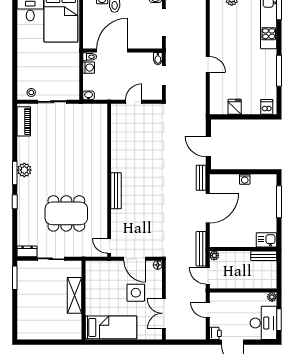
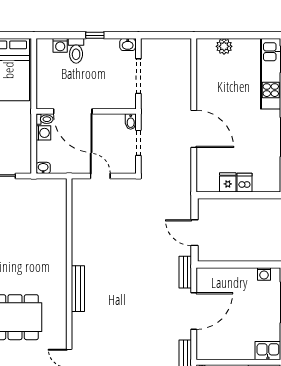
door: (112, 51) -> (73, 111), swing flipped
door: (208, 64) -> (194, 129), width x1.88
door: (134, 102) -> (100, 176), hinge flipped
dishwasher: (267, 107) -> (245, 183), moved
washing machine: (245, 179) -> (264, 274), moved

